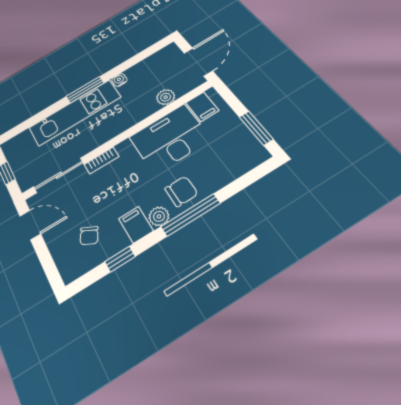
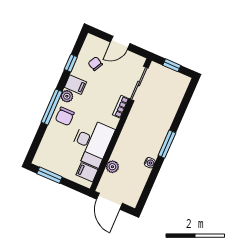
kitchen unit: (75, 112) -> (161, 126), removed
door: (30, 225) -> (120, 43), moved

